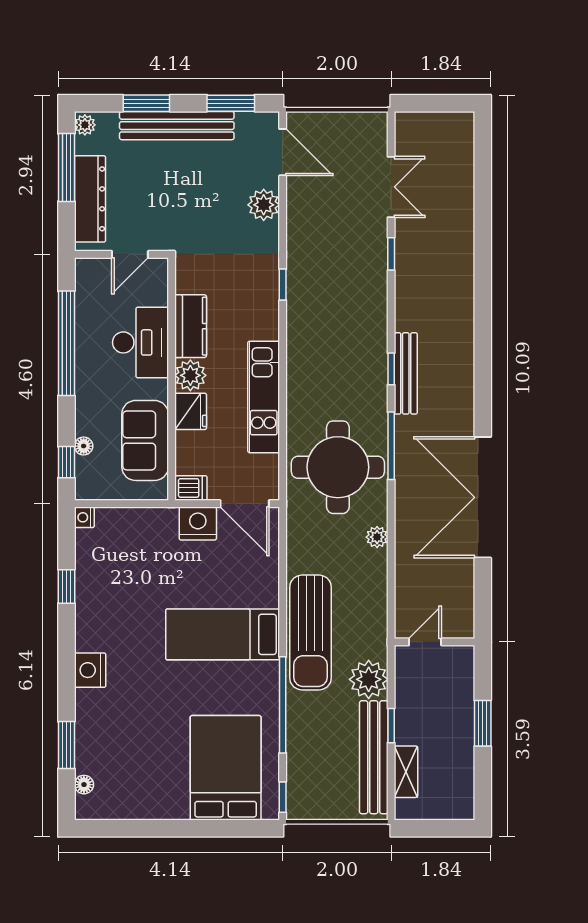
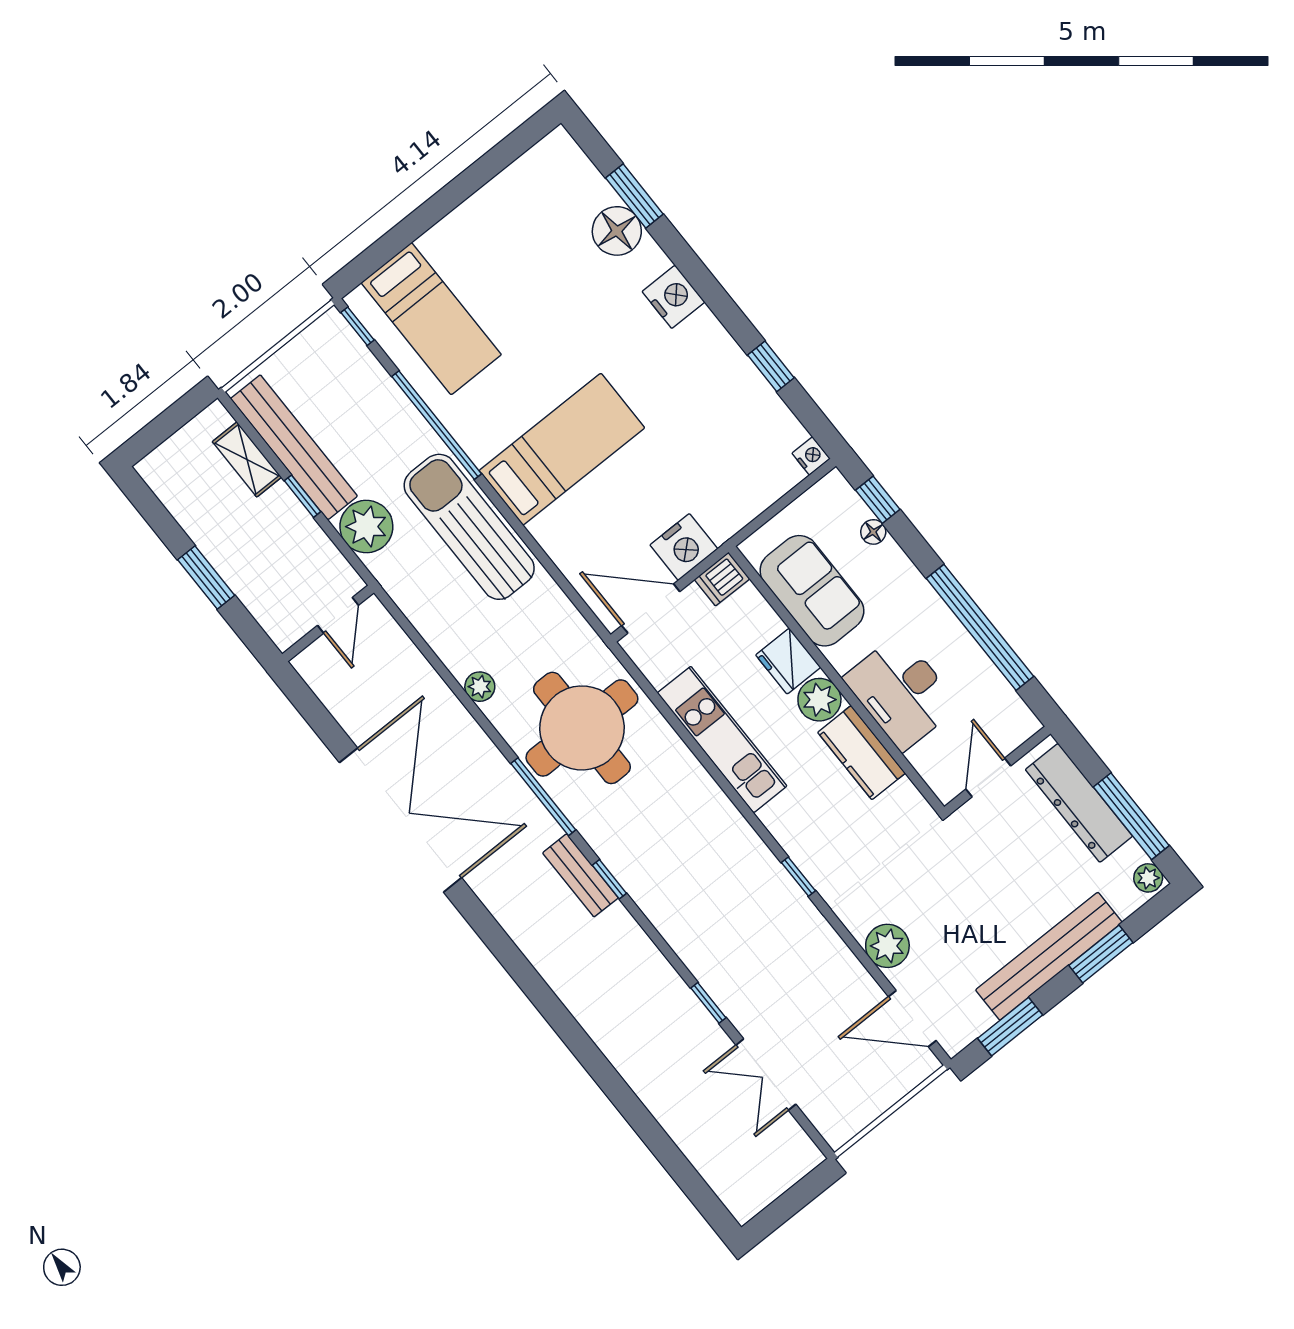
bench: (406, 373) -> (580, 875), width x0.73
bed: (226, 768) -> (431, 319), width x0.67
floor lamp: (84, 785) -> (617, 231), moved, width x1.89, depth x1.89

